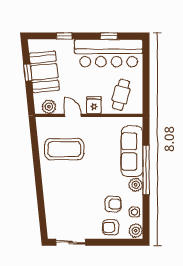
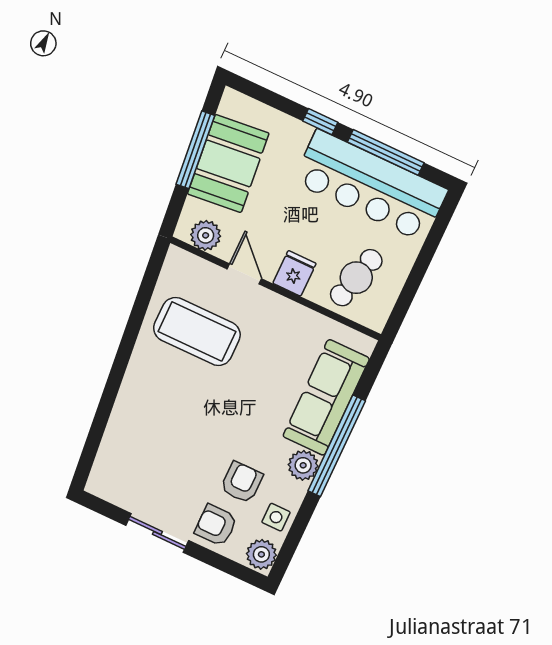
window: (64, 36) -> (320, 122), moved
window: (109, 36) -> (386, 152), width x2.17
window: (28, 73) -> (195, 150), width x2.17
armchair: (113, 204) -> (242, 482), turned -90
sliding door: (71, 242) -> (157, 533), moved

